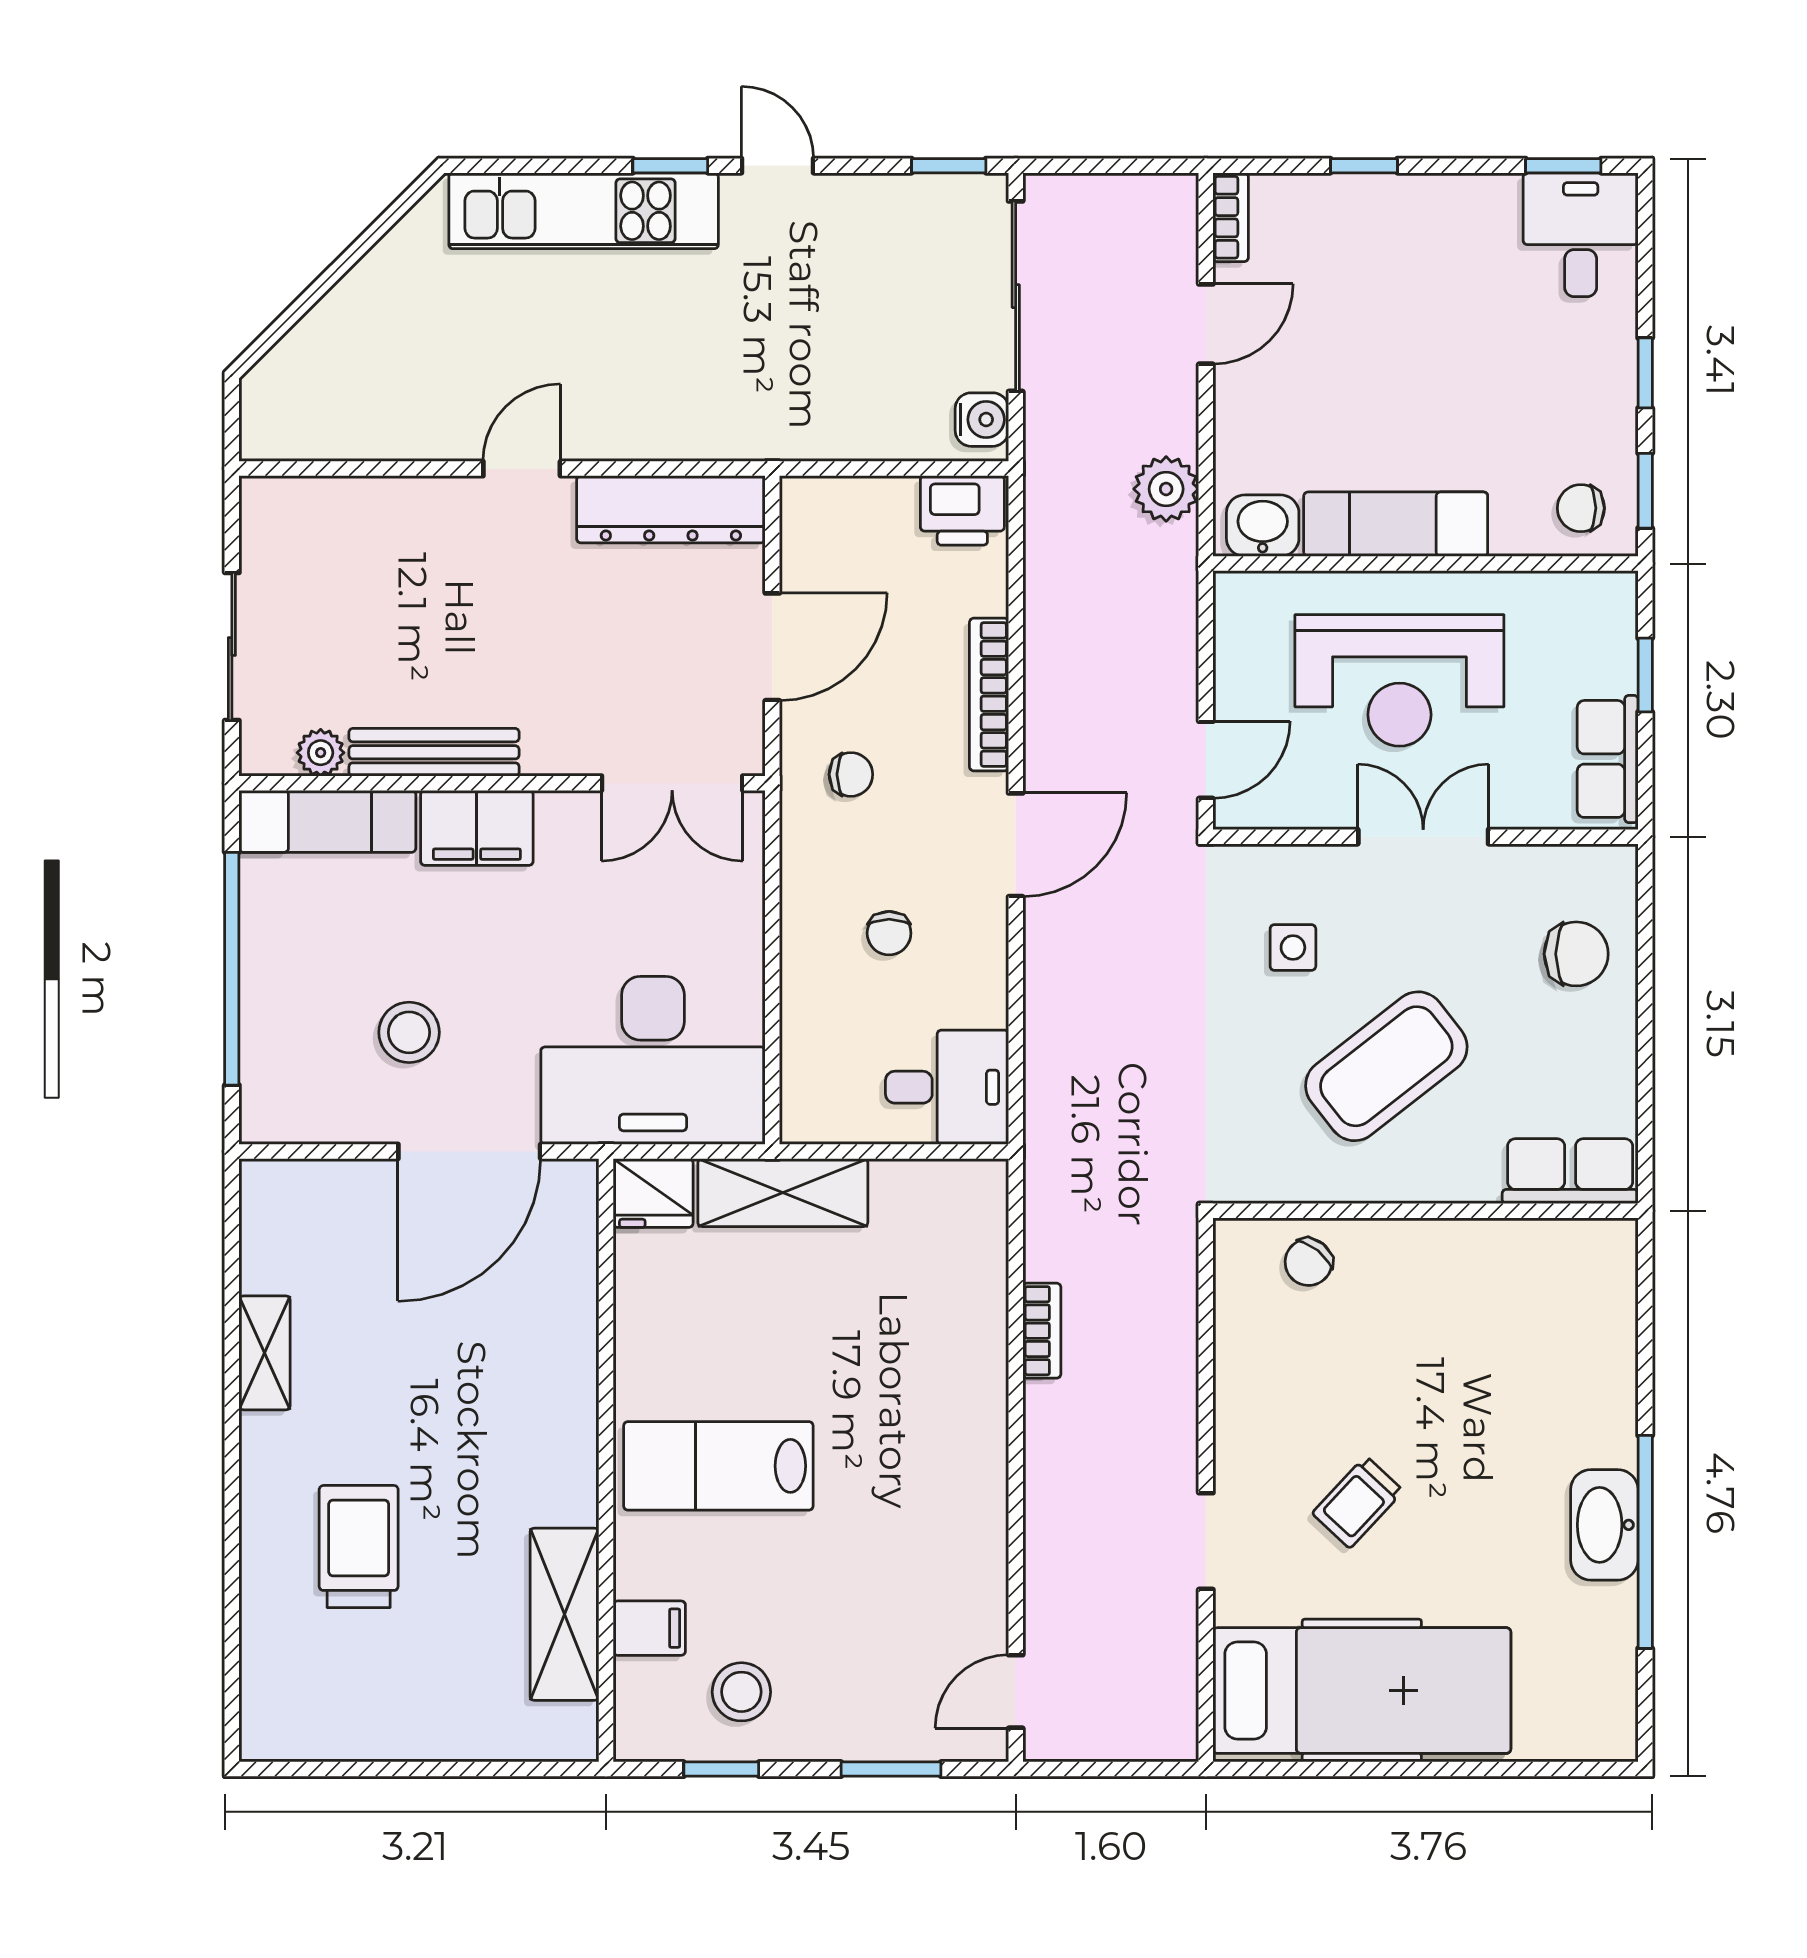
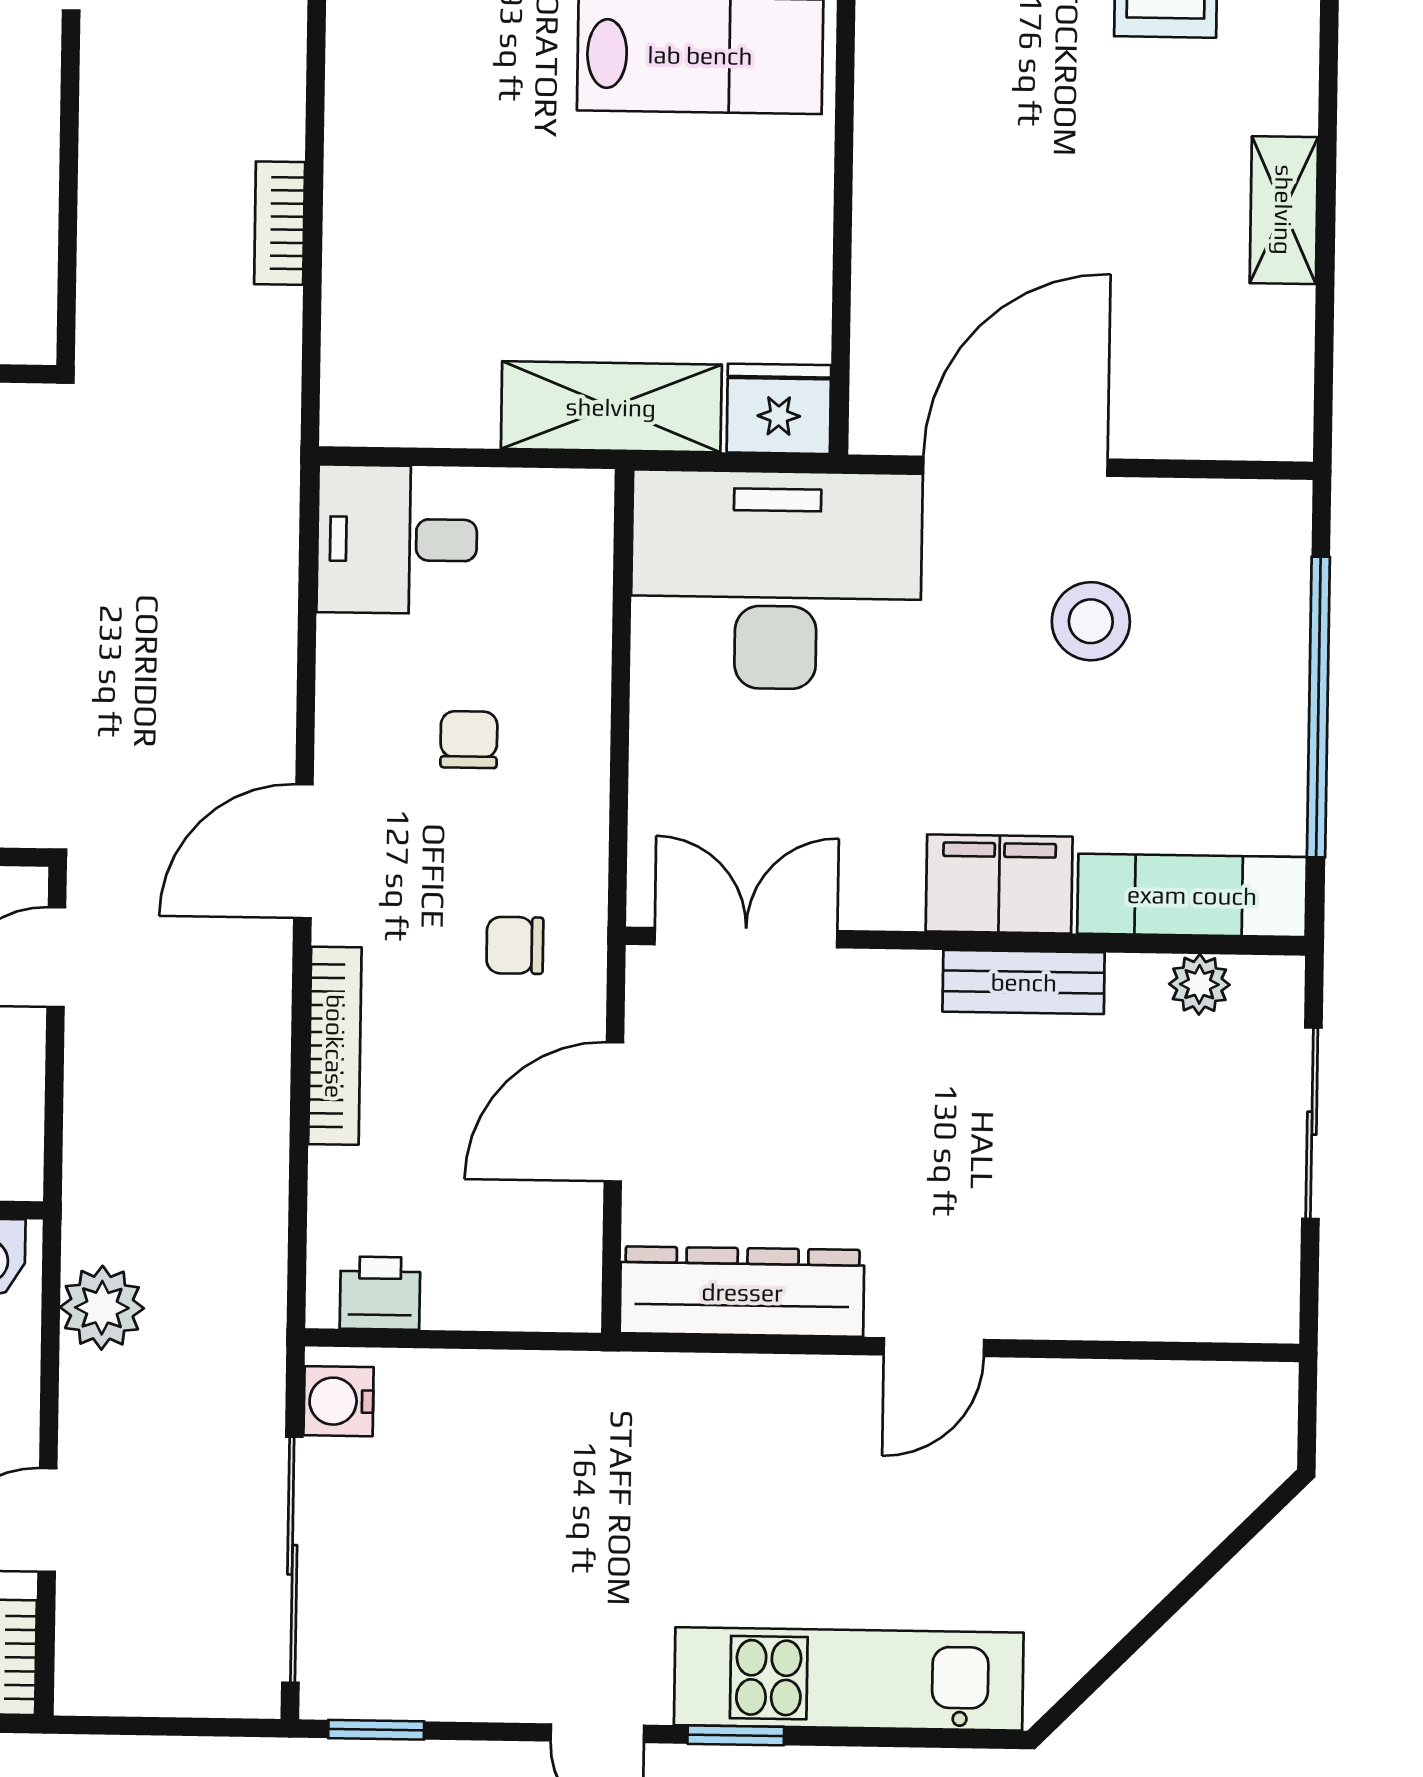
printer: (962, 510) -> (380, 1293), width x0.73, depth x0.81
bench: (434, 752) -> (1024, 982), width x0.73

